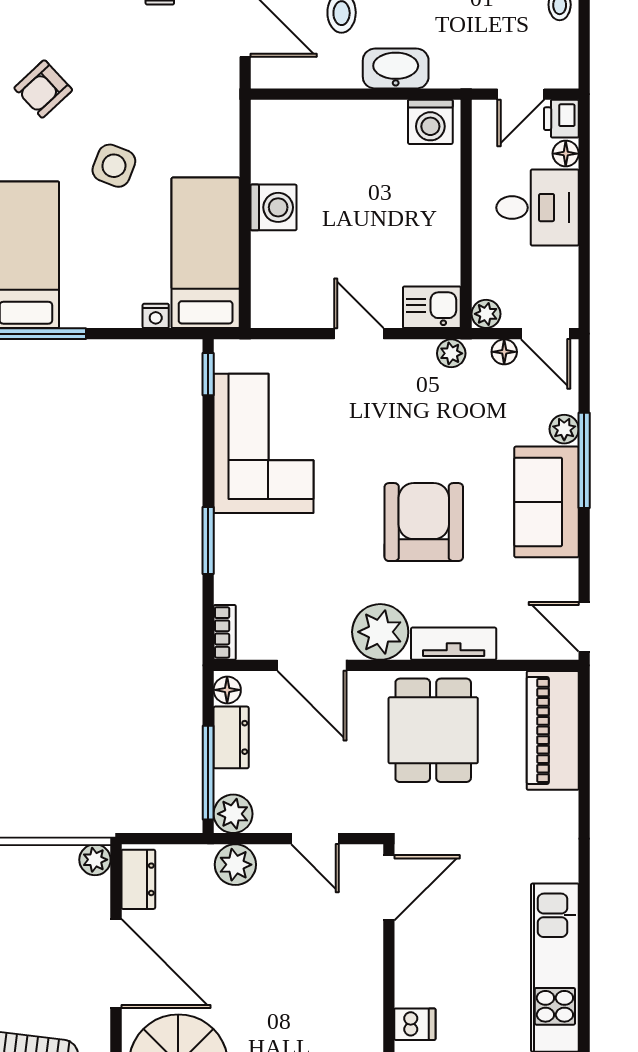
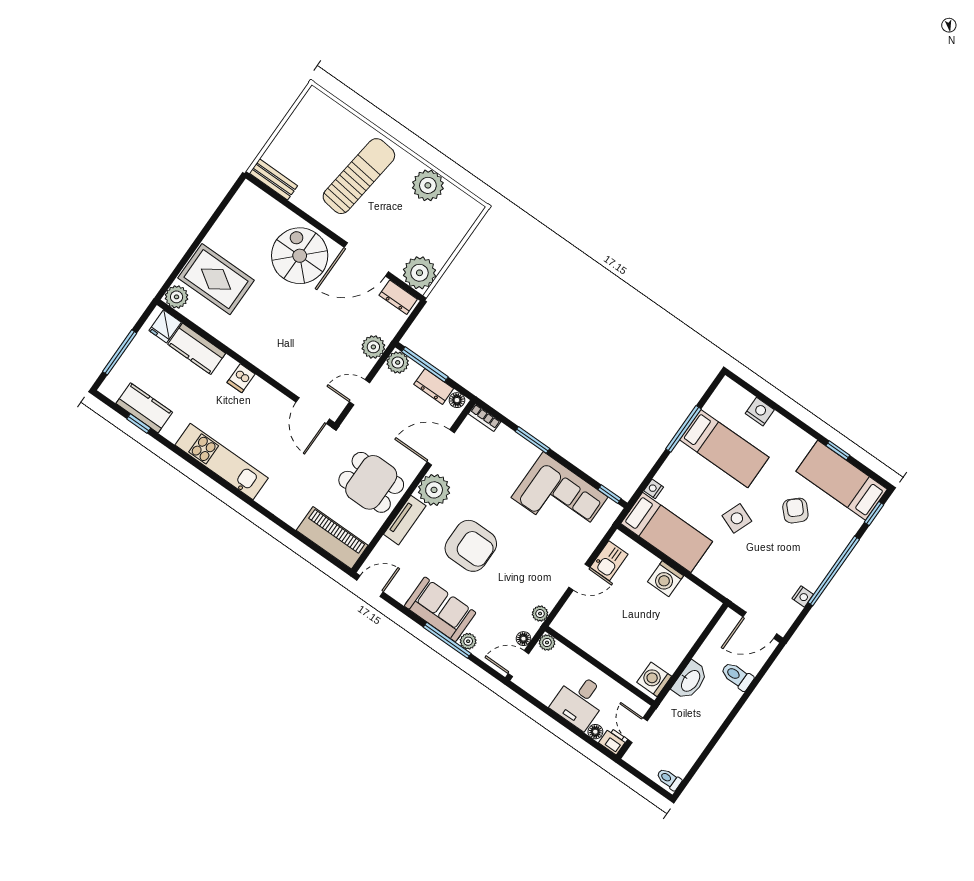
kitchen sink: (432, 307) -> (609, 561), moved
plant: (95, 860) -> (420, 273), width x1.87, depth x1.87

